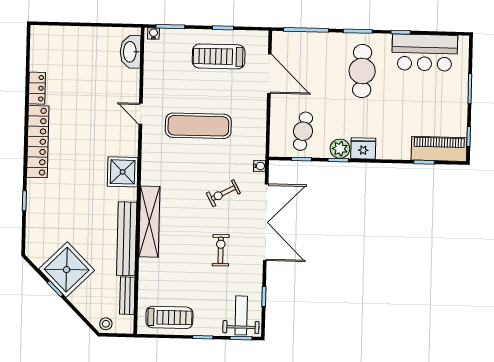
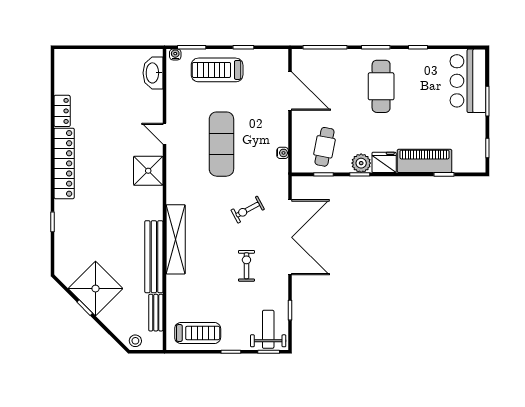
bar counter: (425, 53) -> (468, 81), moved, turned 90
treadmill: (219, 56) -> (217, 70), moved
exercise mat: (198, 126) -> (221, 144), turned 90
piano: (439, 149) -> (424, 161), moved
water cooler: (260, 166) -> (283, 153), moved
shower: (123, 172) -> (148, 171), moved

